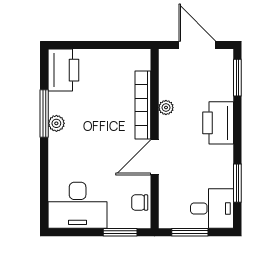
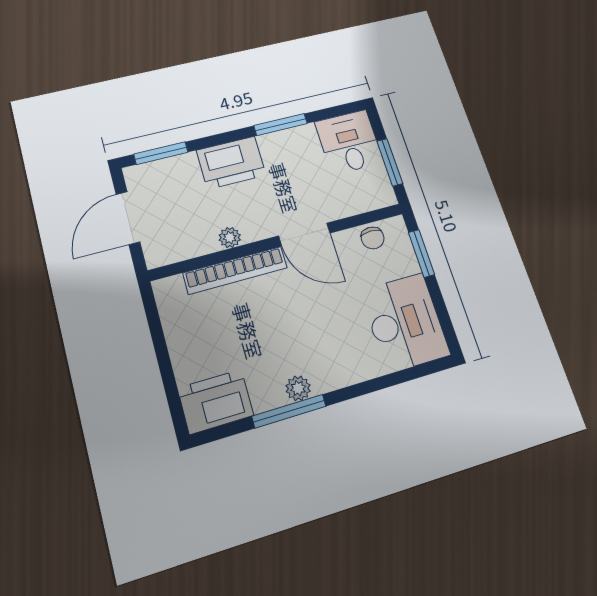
window: (237, 183) -> (281, 125), moved

